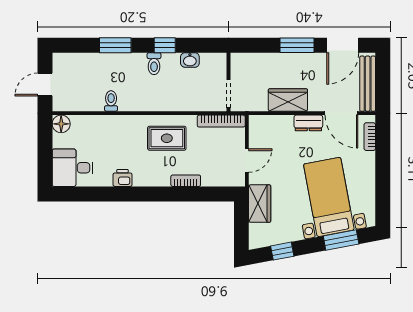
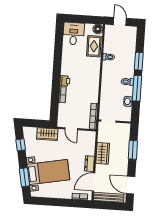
window: (165, 45) -> (137, 88), width x2.17
window: (297, 45) -> (133, 150), moved
rug: (167, 138) -> (94, 46), moved
printer: (122, 178) -> (65, 81), moved

